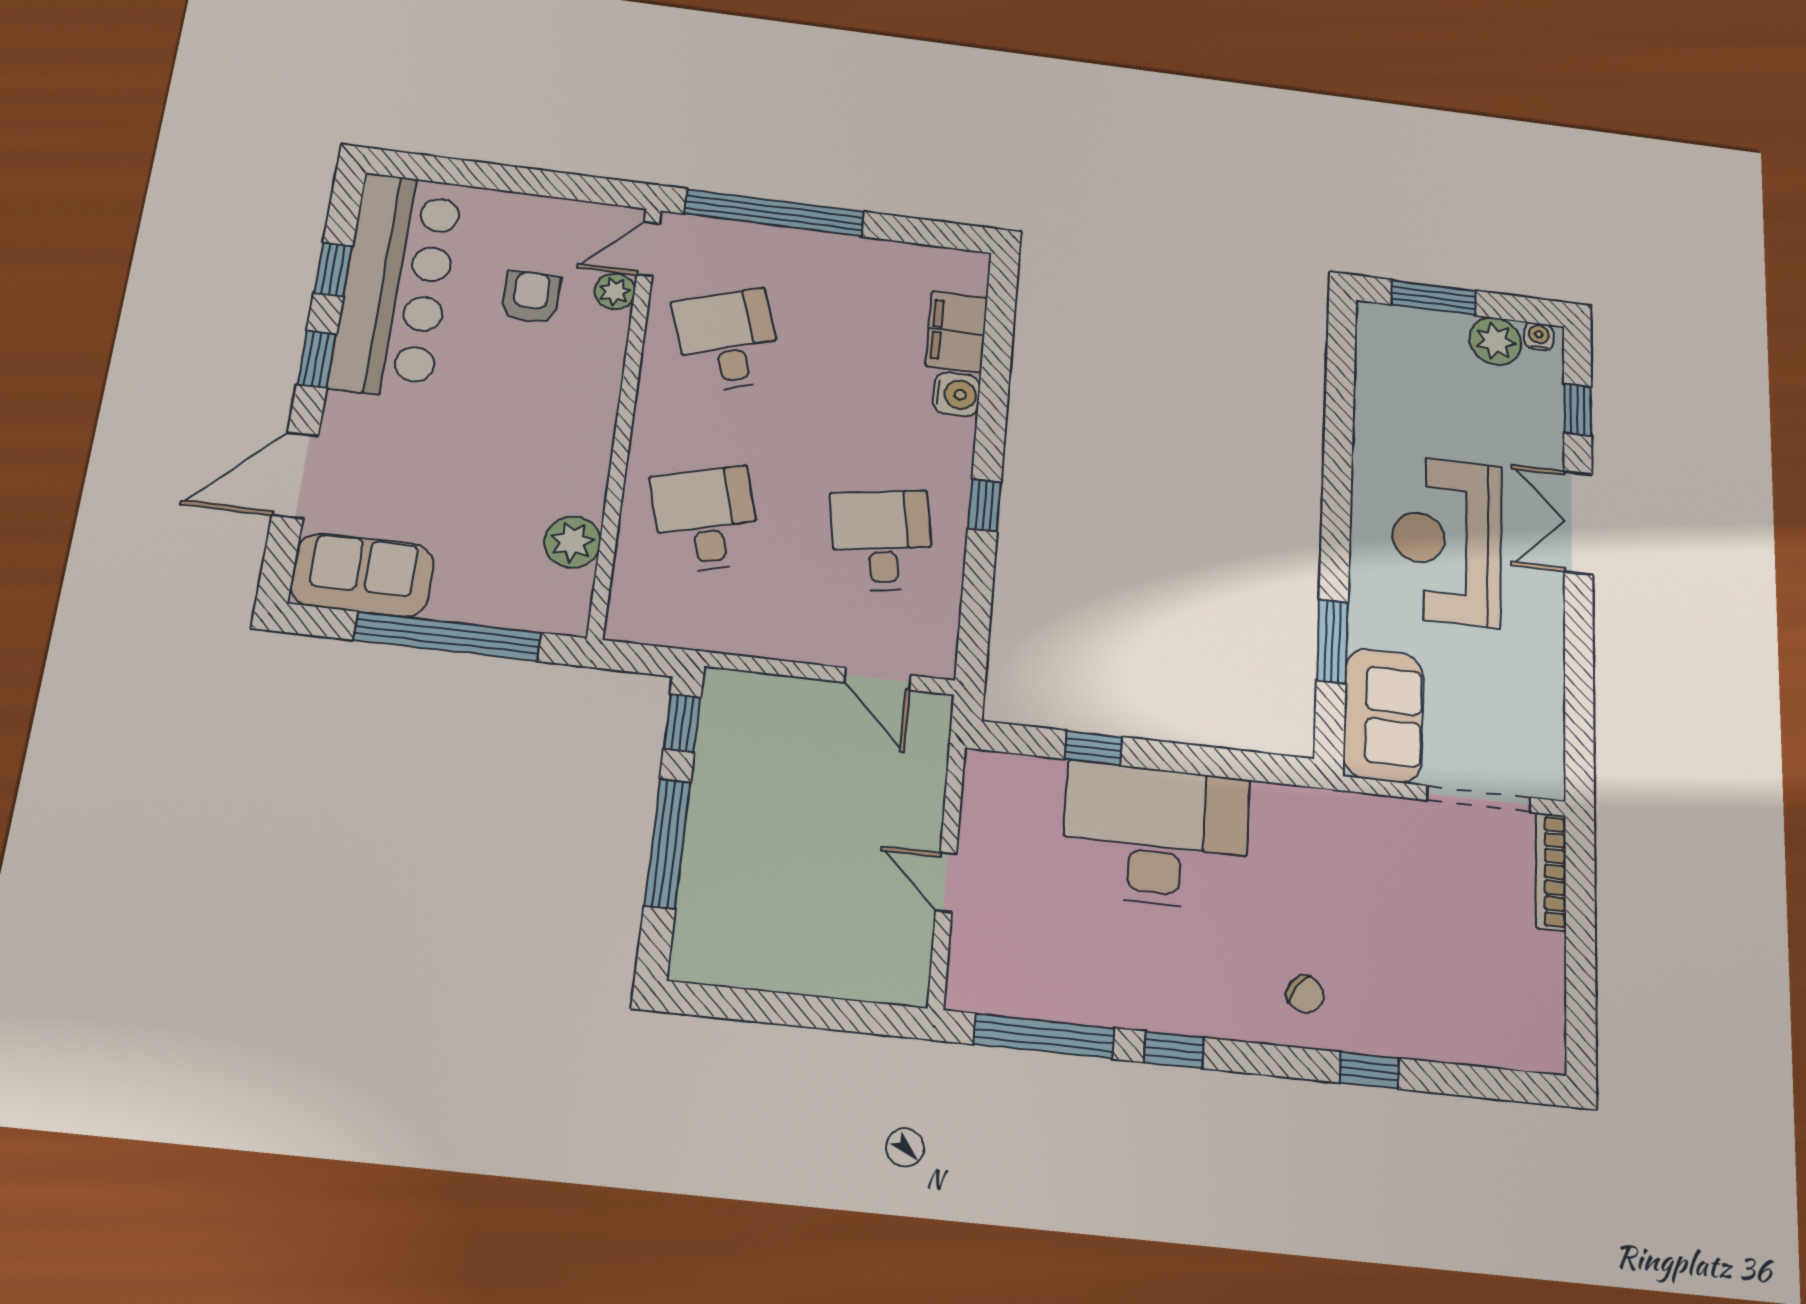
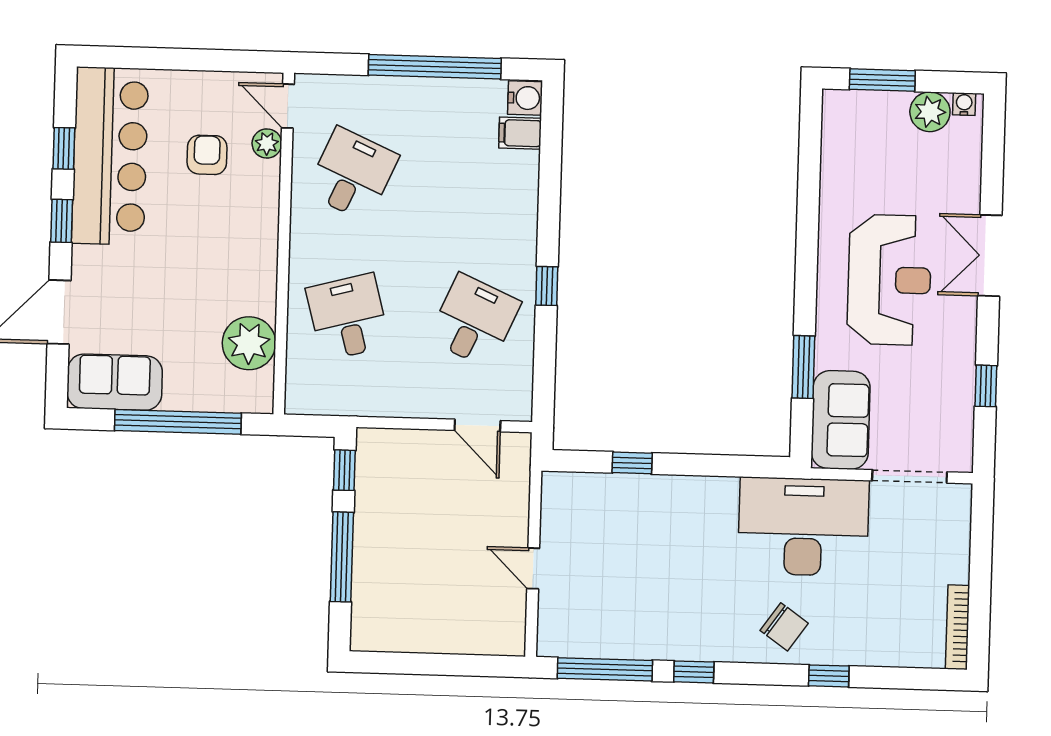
window: (774, 213) -> (435, 67), moved
door: (648, 249) -> (288, 106), hinge flipped
filing cabinet: (957, 332) -> (520, 133), width x0.50
desk: (728, 340) -> (352, 174), turned 42
water cooler: (956, 394) -> (525, 98), moved
window: (1578, 410) -> (986, 386), moved
desk: (882, 540) -> (474, 321), turned 33
reception desk: (1447, 541) -> (889, 280), turned 180
plant: (572, 542) -> (249, 343), width x1.36, depth x1.36
desk: (1156, 836) -> (803, 527), moved
bookcase: (1551, 871) -> (958, 627), moved
chair: (1305, 994) -> (784, 627), width x1.37, depth x1.37

